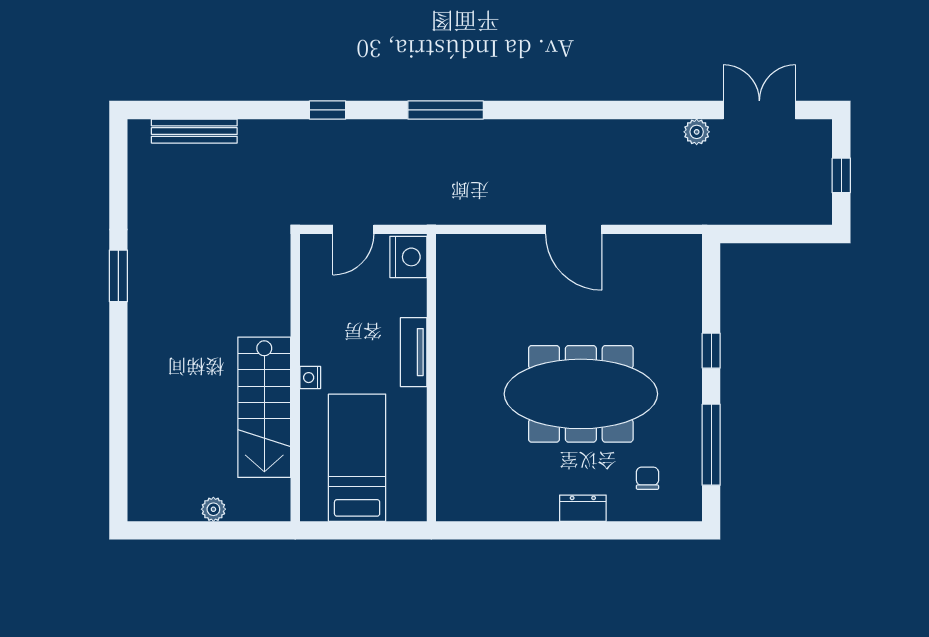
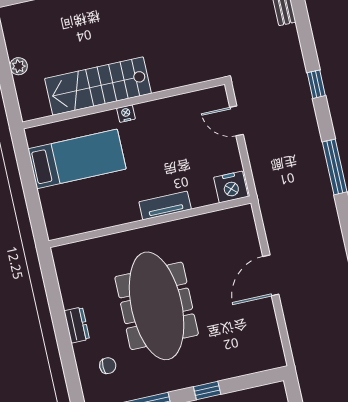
nightstand: (408, 257) -> (231, 187), moved
tv unit: (414, 352) -> (165, 205), moved
wall: (431, 378) -> (150, 222), moved

